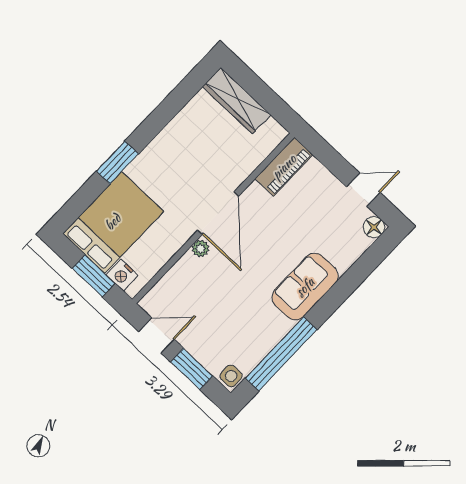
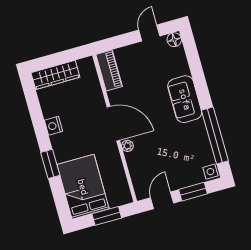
nightstand: (122, 275) -> (53, 126), moved, turned 90

